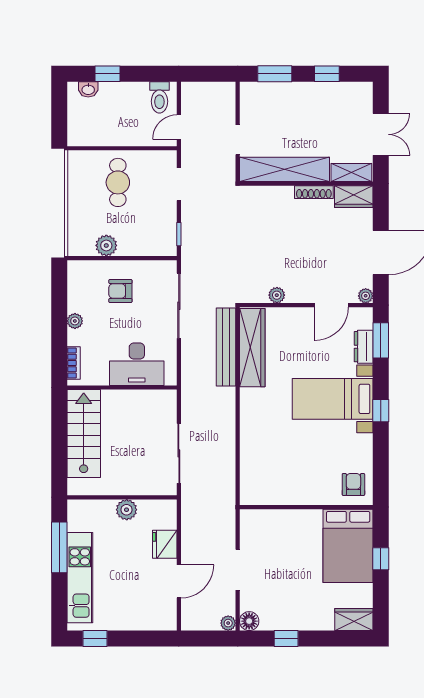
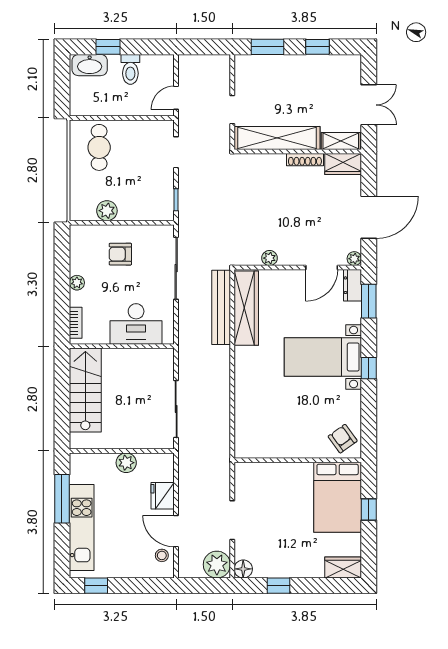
washbasin: (88, 89) -> (90, 65), width x1.91, depth x1.45
toilet: (159, 97) -> (130, 69), moved
cafe table: (118, 182) -> (99, 147), moved
dresser: (364, 347) -> (352, 285), moved
armchair: (353, 484) -> (343, 439), turned -36
door: (179, 581) -> (176, 531), swing flipped
stool: (164, 607) -> (162, 555), added
plant: (228, 623) -> (217, 565), width x1.88, depth x1.88

